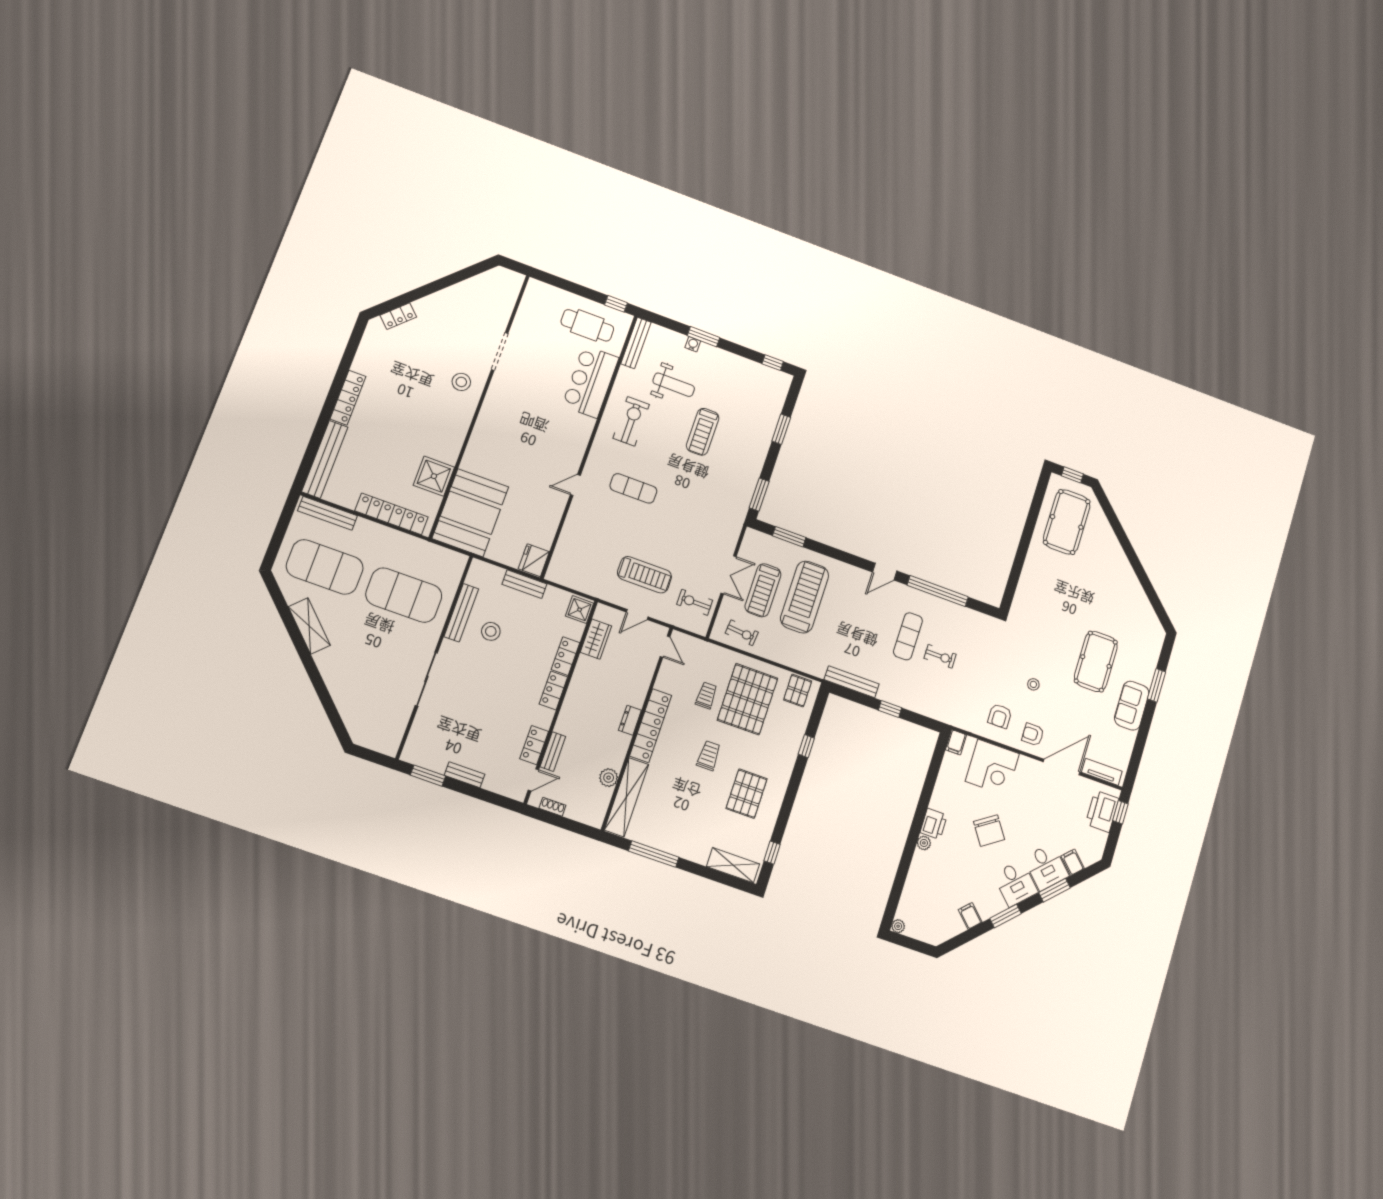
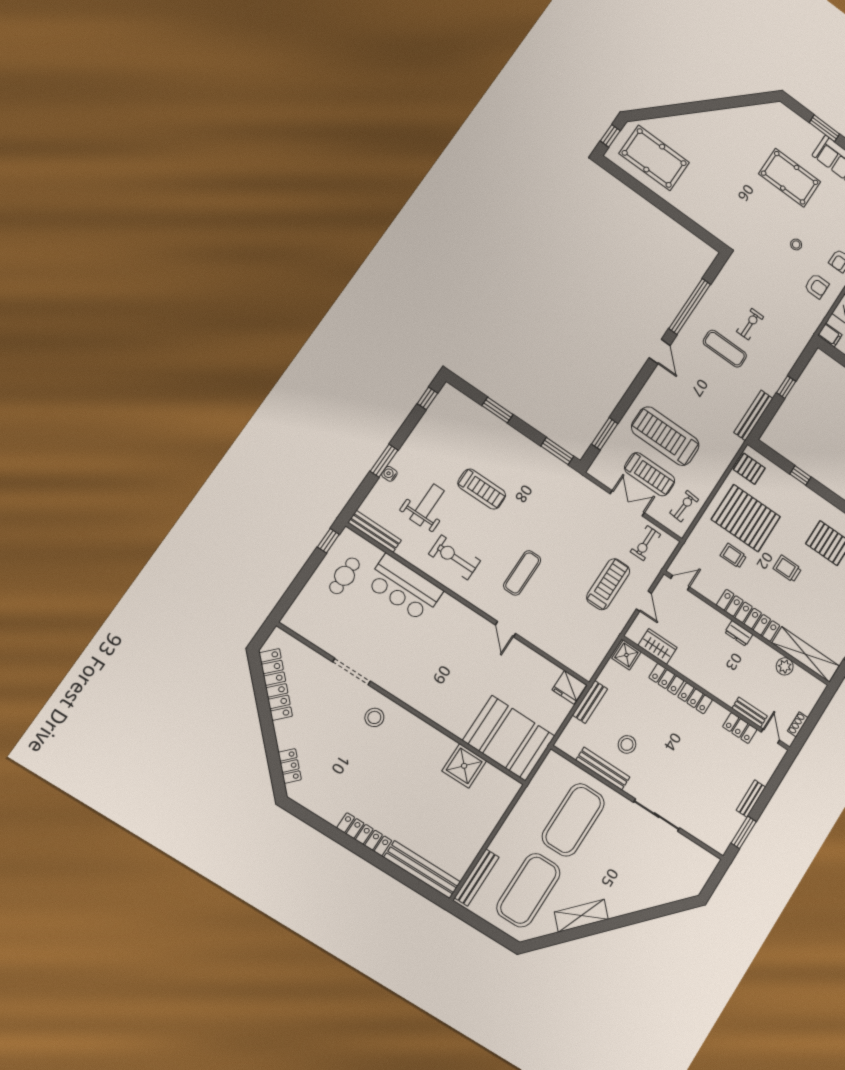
cafe table: (587, 325) -> (344, 576), width x0.73, depth x0.74
locker: (391, 514) -> (276, 684), moved, turned 135

